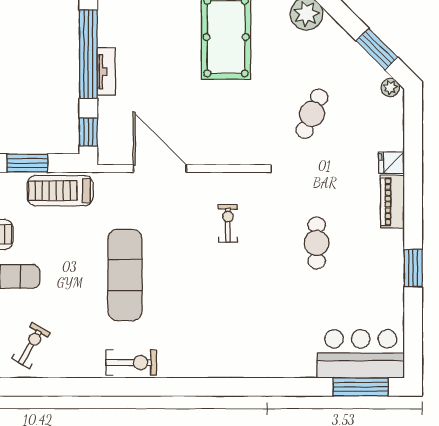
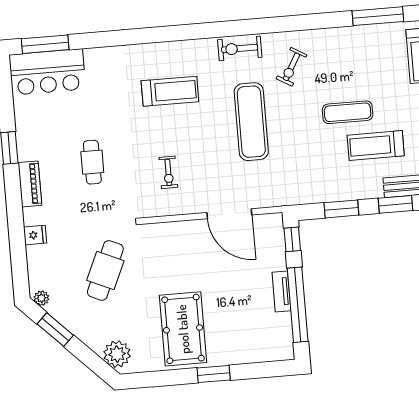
cafe table: (312, 114) -> (105, 270), width x1.37, depth x1.35
treadmill: (60, 191) -> (170, 91), moved
piano: (392, 202) -> (30, 184), moved
exercise bike: (31, 346) -> (292, 67), moved

